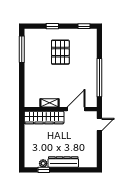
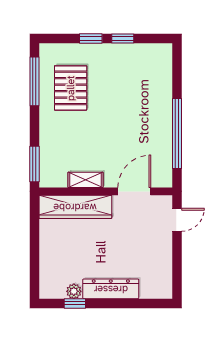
window: (84, 26) -> (123, 39), moved
pallet: (60, 52) -> (71, 88), moved
window: (22, 94) -> (34, 164), added

